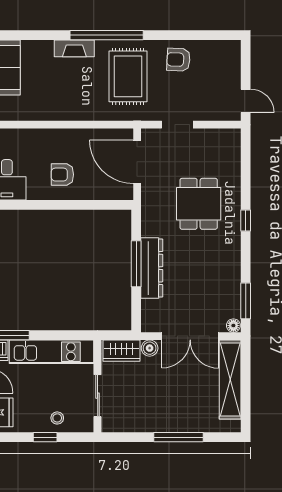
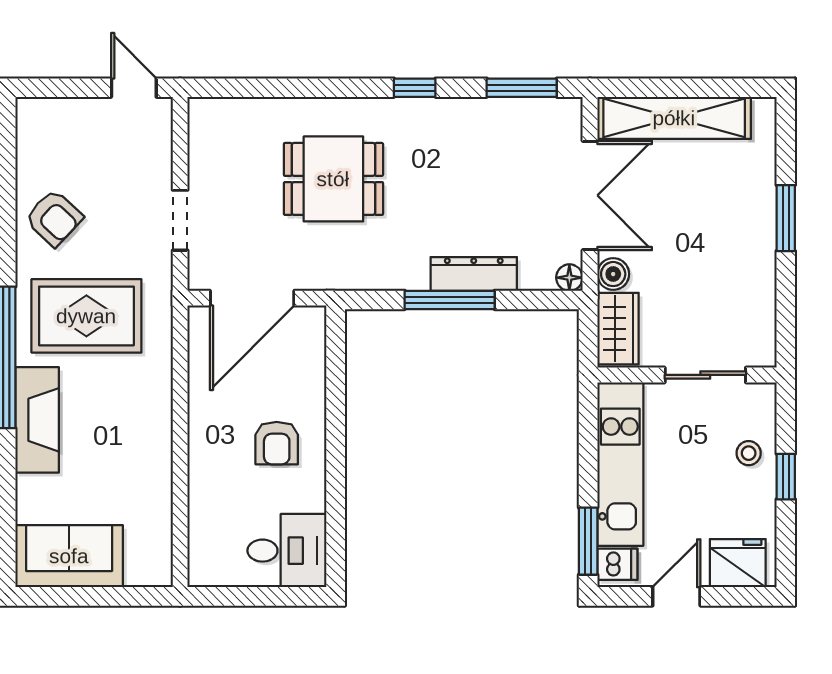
fireplace: (74, 48) -> (37, 420), width x1.37, depth x1.32
armchair: (178, 60) -> (54, 218), turned -50
door: (246, 101) -> (134, 88), hinge flipped
window: (246, 221) -> (415, 88), moved
dresser: (152, 268) -> (474, 274), width x0.73, depth x0.80
floor lamp: (233, 326) -> (569, 278), moved
window: (178, 437) -> (786, 218), width x0.69

